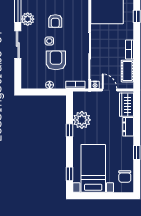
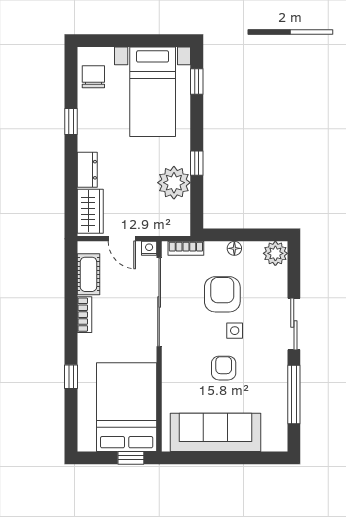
plant: (28, 19) -> (275, 253), moved
armchair: (56, 60) -> (222, 294), turned 180

